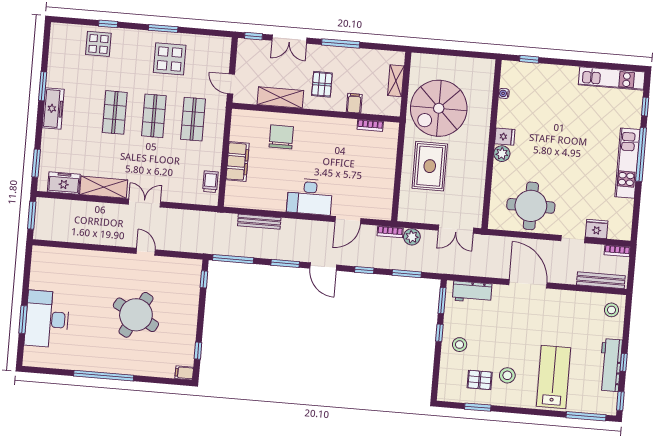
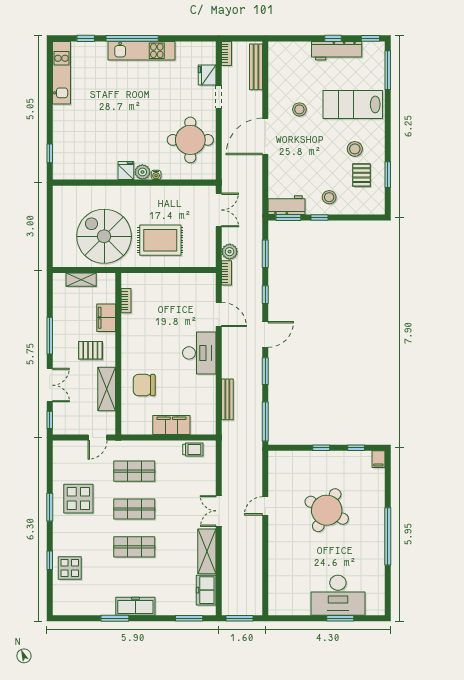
water cooler: (504, 93) -> (156, 175), moved
filing cabinet: (354, 103) -> (106, 318), width x2.00
spiral stairs: (439, 108) -> (104, 236), turned 180
trolley: (210, 182) -> (193, 449), turned 180
window: (204, 279) -> (321, 448), moved
workbench: (472, 292) -> (287, 205), moved, turned -90
stool: (611, 310) -> (299, 109), moved

